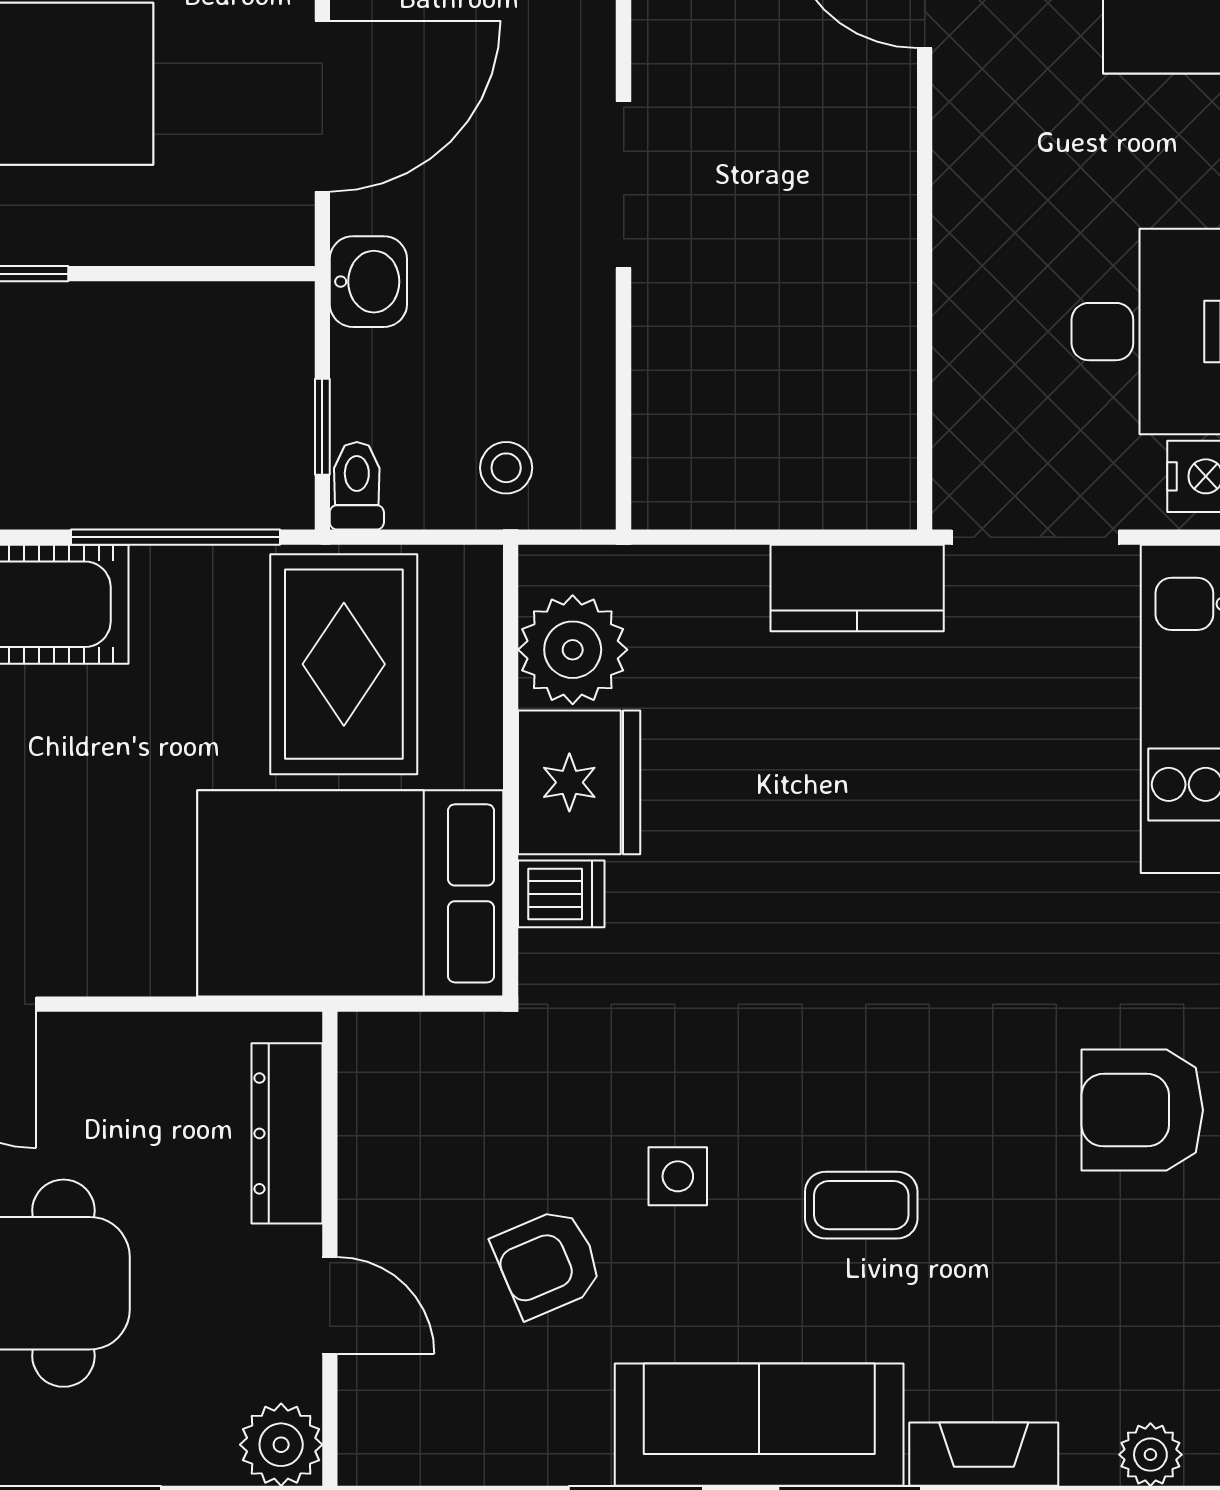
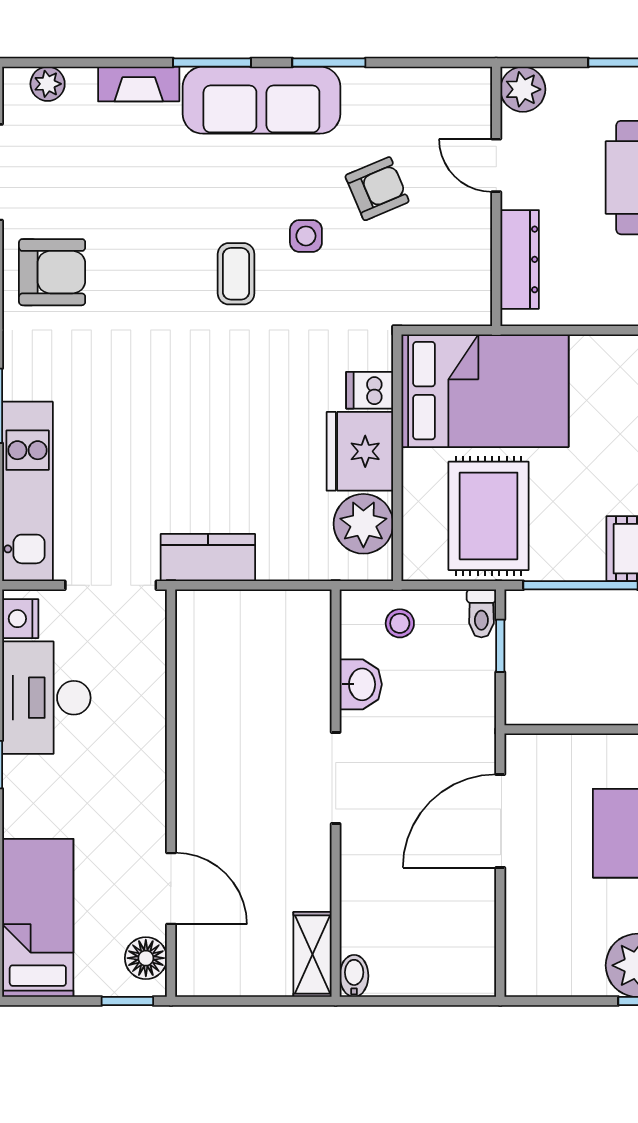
washbasin: (368, 282) -> (361, 684), moved, turned 180
coffee table: (861, 1205) -> (236, 274), moved, turned 90

